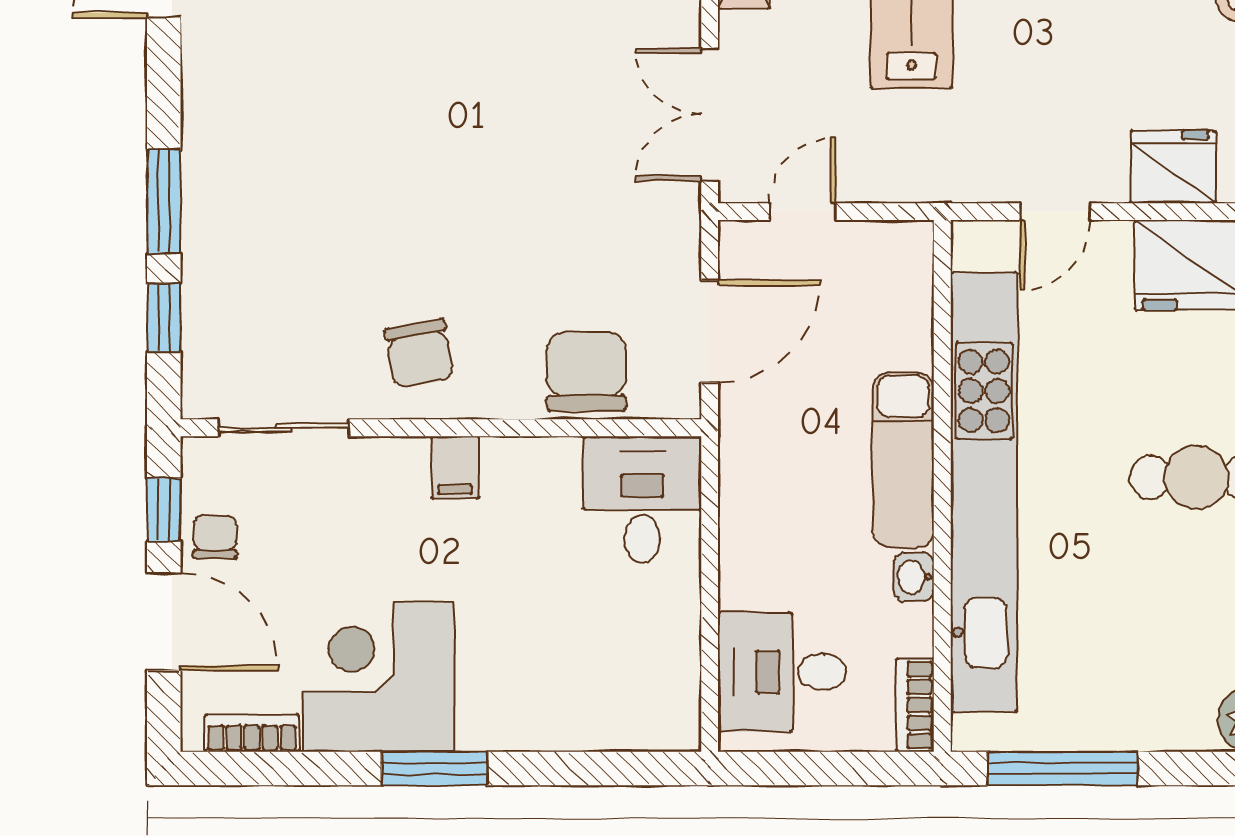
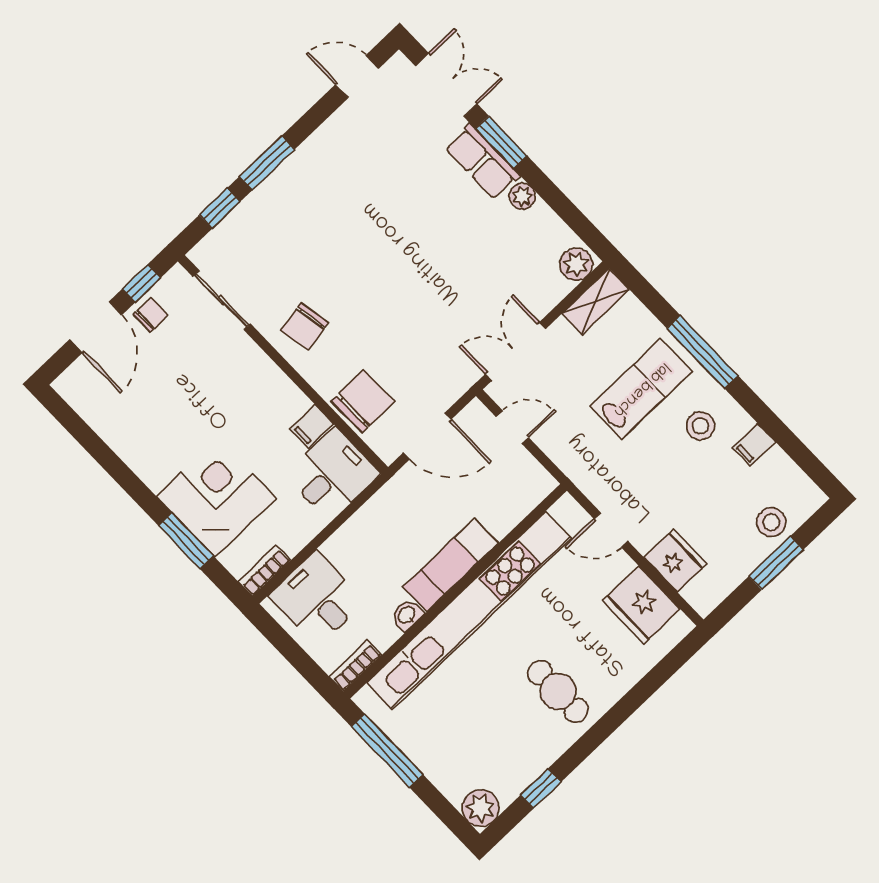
filing cabinet: (455, 467) -> (312, 426), moved
corner desk: (379, 676) -> (216, 497), moved
bookcase: (252, 733) -> (264, 571), moved, turned -90
window: (434, 768) -> (186, 541), moved

